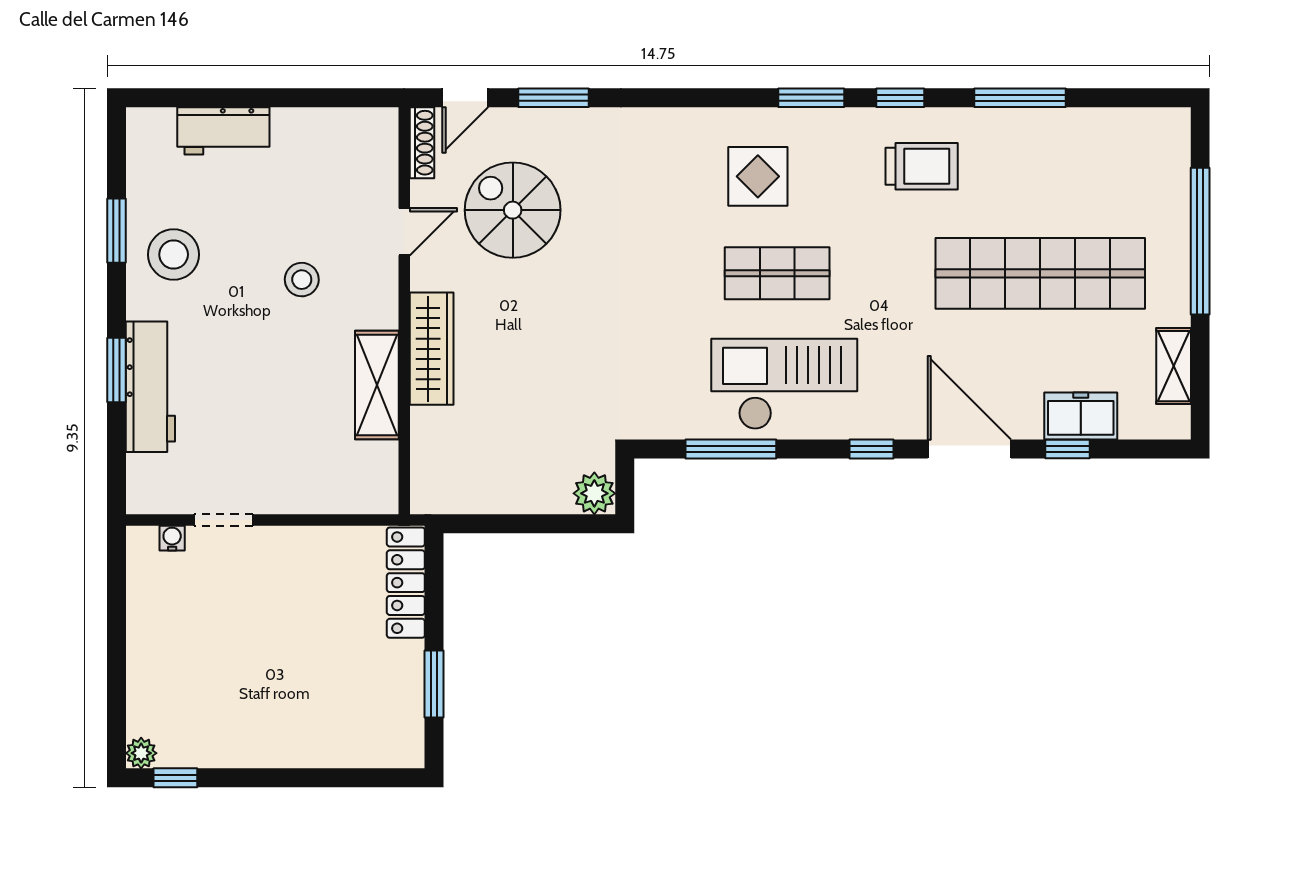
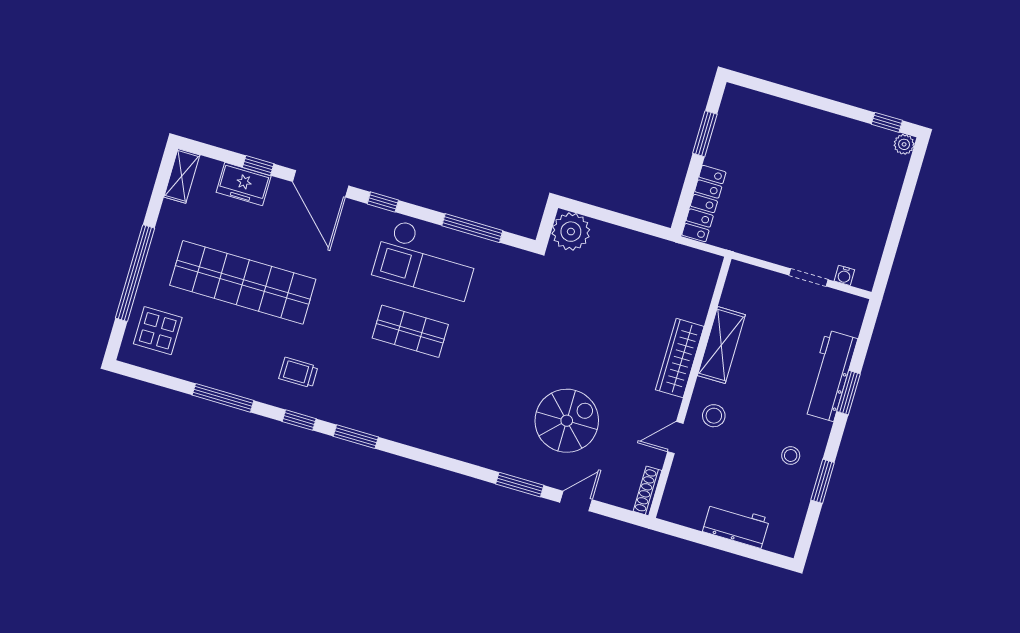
shoe rack: (422, 143) -> (648, 491), moved
trolley: (922, 166) -> (298, 372), width x0.73, depth x0.72
display table: (758, 176) -> (158, 331), moved
spiral stairs: (513, 210) -> (567, 421), turned -90
door: (404, 232) -> (675, 438), moved
stool: (174, 255) -> (791, 456), width x0.53, depth x0.53
wall: (404, 311) -> (690, 387), moved
wardrobe: (432, 349) -> (680, 358), moved
shelving: (1174, 366) -> (182, 176), moved
shelving: (377, 385) -> (721, 345), moved
plant: (594, 493) -> (571, 232), width x1.36, depth x1.36

